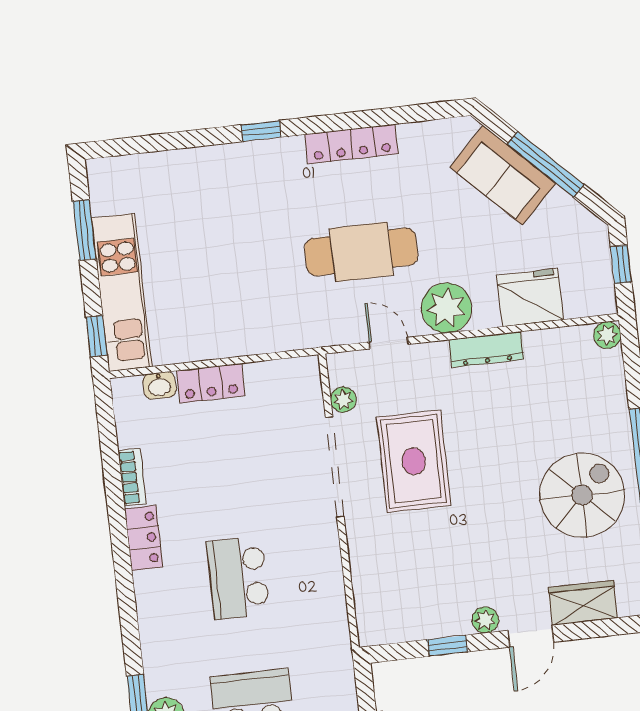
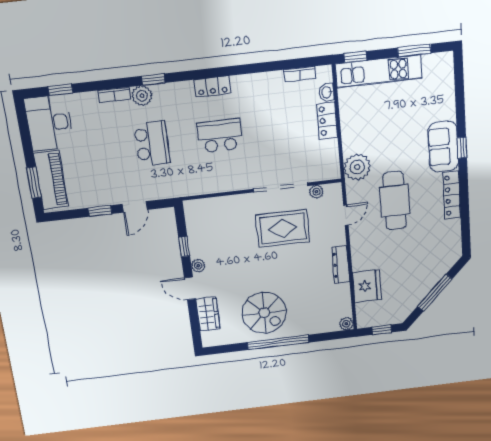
sofa: (503, 175) -> (443, 147), moved, turned -45
plant: (446, 308) -> (357, 167), moved
bookcase: (132, 477) -> (300, 74), moved
locker: (144, 538) -> (212, 87), moved

